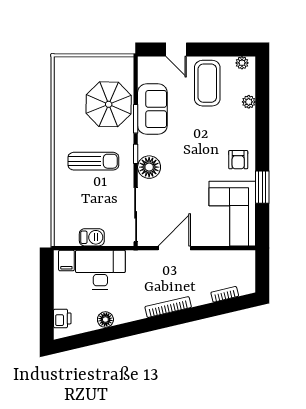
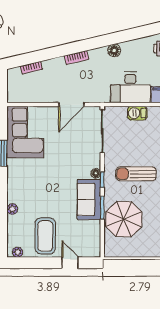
plant: (249, 102) -> (12, 209), moved
sofa: (152, 109) -> (89, 199), moved
armchair: (238, 160) -> (21, 175), removed
floor lamp: (149, 167) -> (96, 173), width x0.53, depth x0.53
bookcase: (168, 307) -> (76, 58), width x0.64
floor lamp: (105, 320) -> (114, 50), moved

